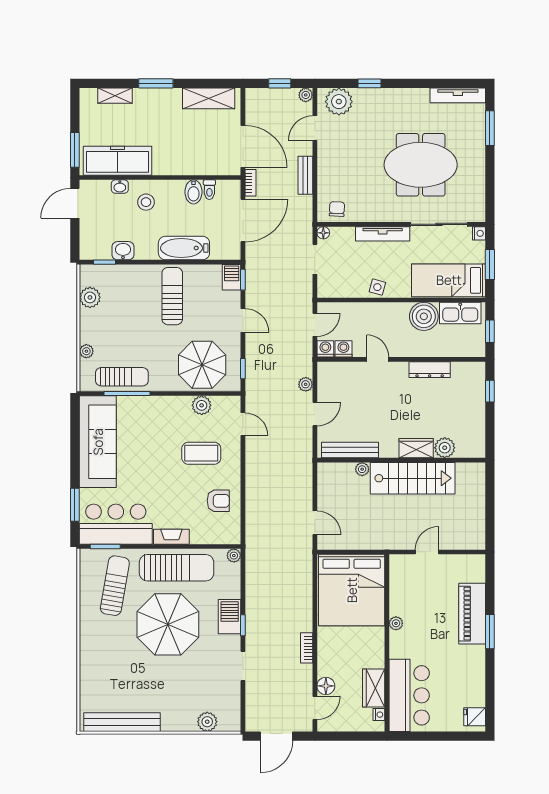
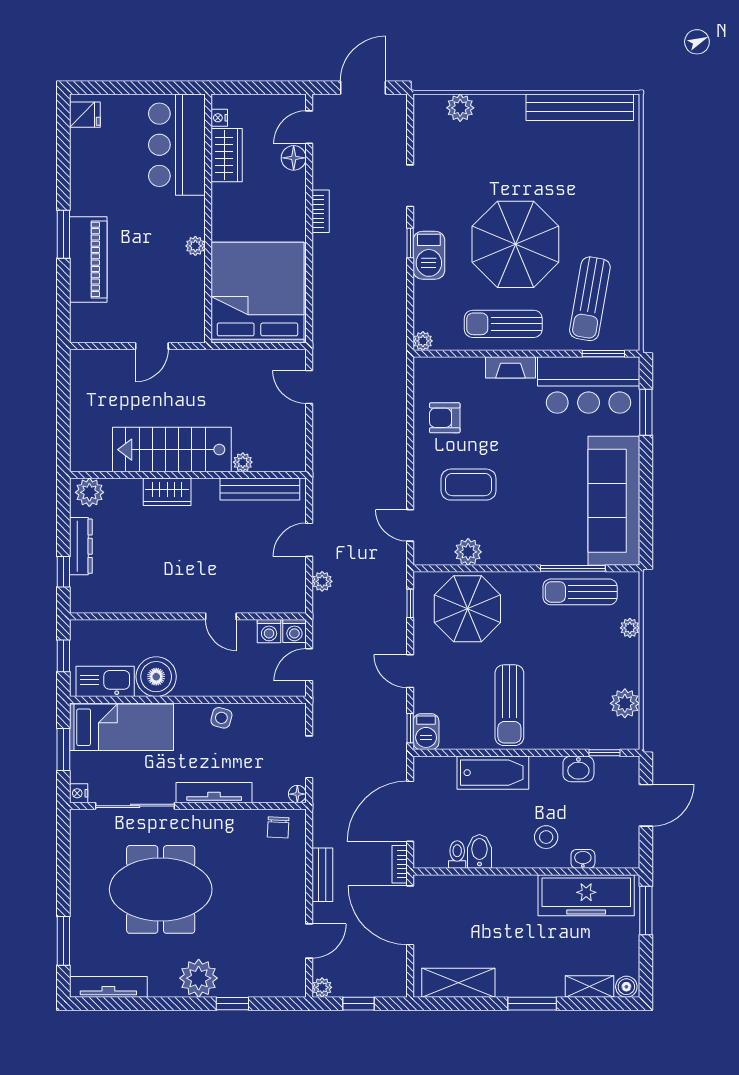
boiler: (89, 95) -> (626, 987), added
plant: (339, 102) -> (199, 978), moved
door: (75, 203) -> (646, 805), moved
dresser: (430, 370) -> (81, 546), moved, turned 90
plant: (445, 448) -> (89, 492), moved
sun lounger: (177, 568) -> (503, 324), width x0.73, depth x0.75

